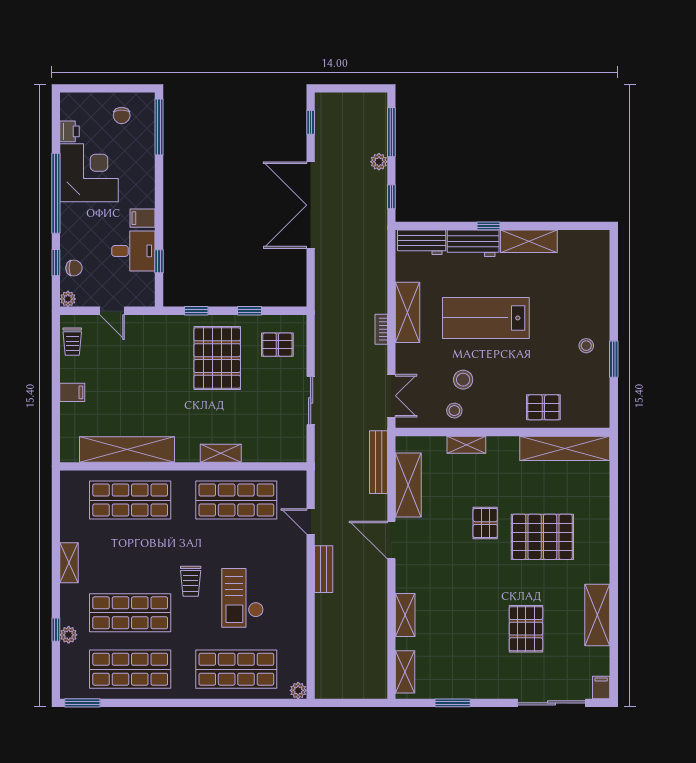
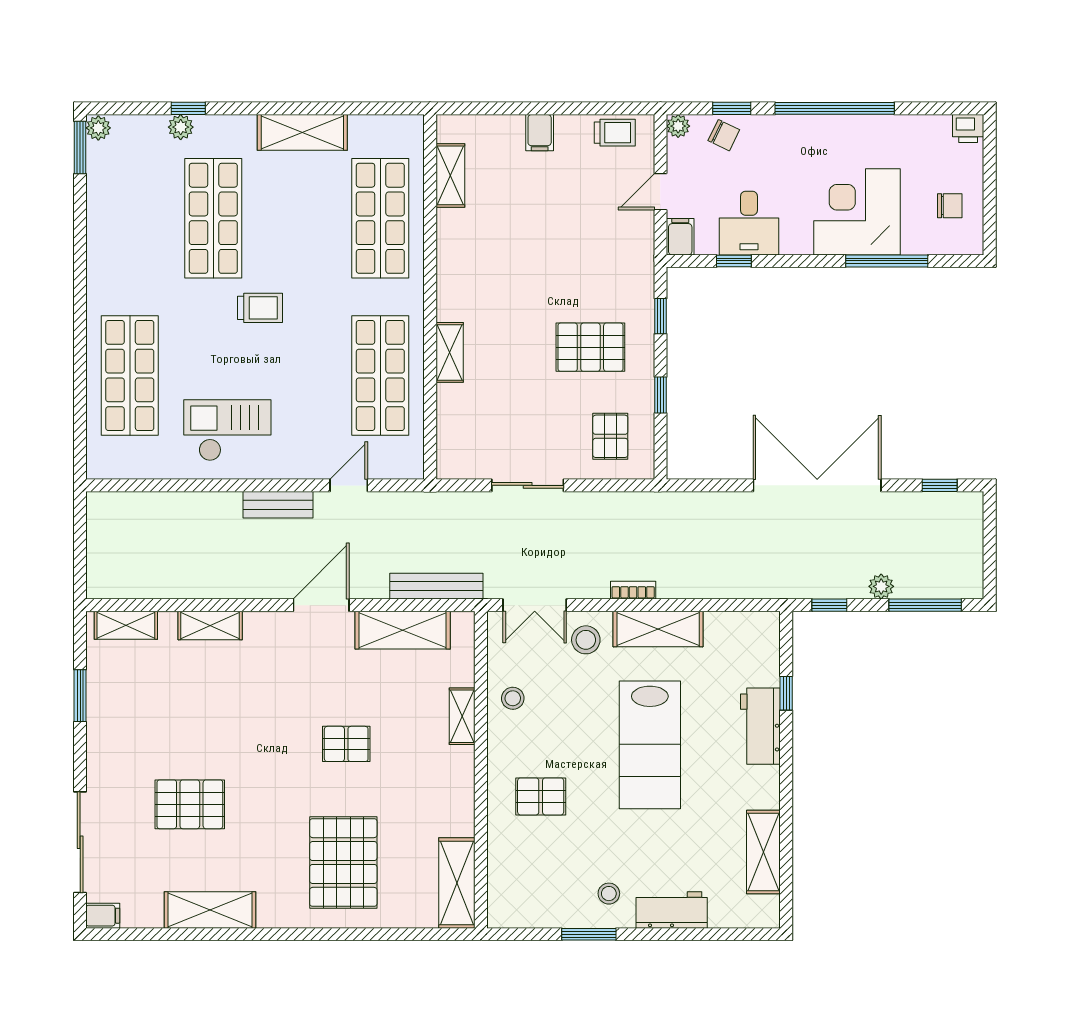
chair: (122, 115) -> (950, 206), turned 180
window: (159, 127) -> (887, 261), moved
printer: (70, 131) -> (968, 129), moved
corner desk: (89, 173) -> (857, 212), moved, turned 180
filing cabinet: (143, 218) -> (680, 237), moved
window: (489, 226) -> (786, 693), moved
shelving: (529, 241) -> (763, 852), moved
workbench: (422, 242) -> (672, 910), moved, turned 90
chair: (74, 268) -> (724, 135), turned -64
lab bench: (486, 318) -> (650, 745), turned 180
trolley: (72, 342) -> (615, 133), turned 180
pallet: (217, 358) -> (590, 347), width x0.73, depth x0.71
stool: (463, 380) -> (586, 640), moved
pallet: (543, 407) -> (541, 796), moved, turned 90
shelving: (565, 448) -> (457, 883), width x0.68
shelving: (127, 449) -> (450, 175), width x0.45, depth x0.75
pallet: (542, 537) -> (343, 862), moved
shelving: (69, 563) -> (302, 132), width x1.50, depth x1.33
trolley: (191, 581) -> (260, 308), turned 180
checkout: (243, 598) -> (227, 430), moved
shop shelf: (130, 669) -> (130, 218), removed
plant: (298, 690) -> (98, 128), moved

